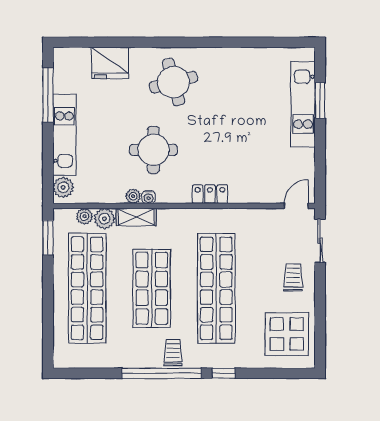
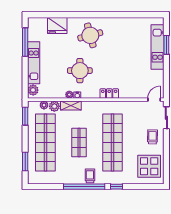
shop shelf: (152, 288) -> (79, 142), width x0.70, depth x0.74
window: (48, 325) -> (25, 161), added

